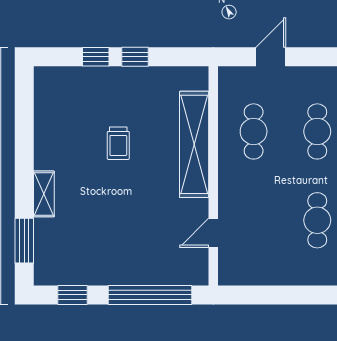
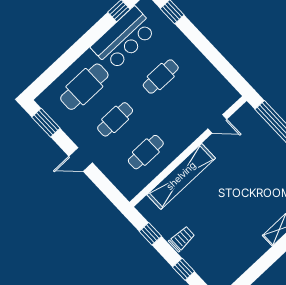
window: (135, 57) -> (150, 234), moved
door: (271, 57) -> (81, 160), moved
trolley: (118, 143) -> (182, 239), moved

